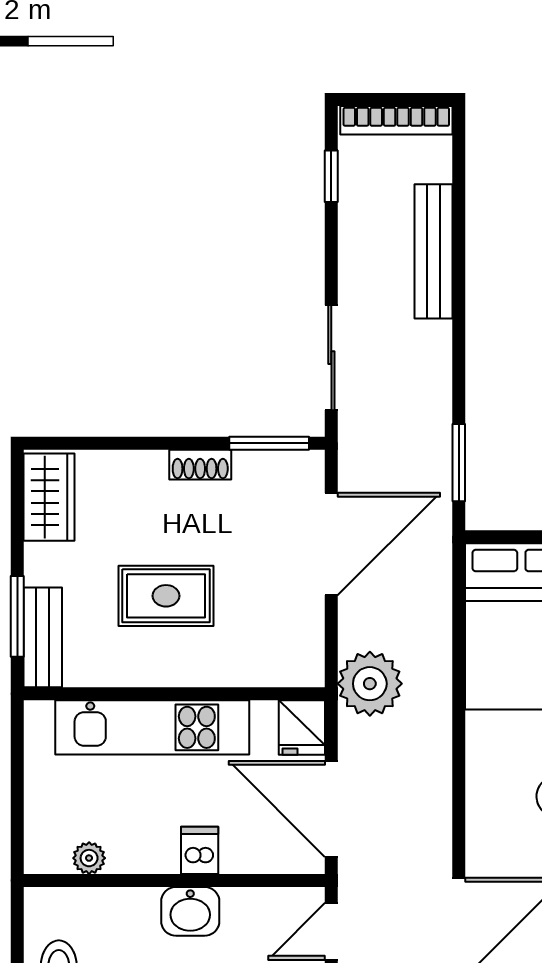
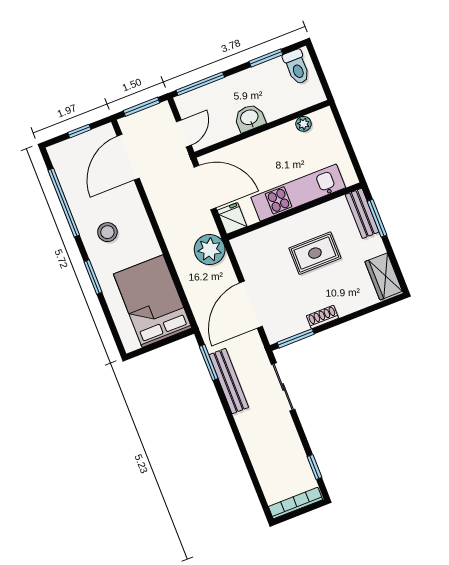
bench: (433, 251) -> (229, 381), moved
dishwasher: (200, 850) -> (256, 146), removed

